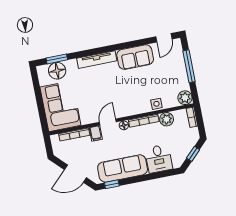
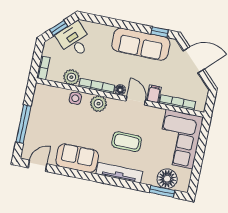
coffee table: (101, 87) -> (127, 142), added
plant: (185, 98) -> (98, 104), moved
door: (108, 122) -> (136, 101), swing flipped
desk: (159, 159) -> (74, 40), moved, turned -45

